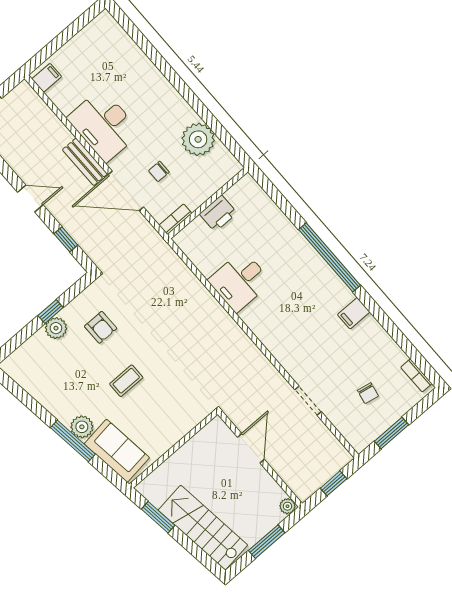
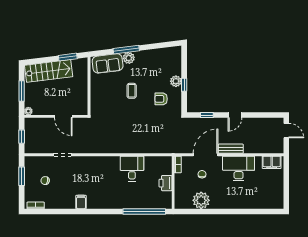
filing cabinet: (47, 78) -> (272, 162), width x2.00
window: (329, 257) -> (144, 211), moved

